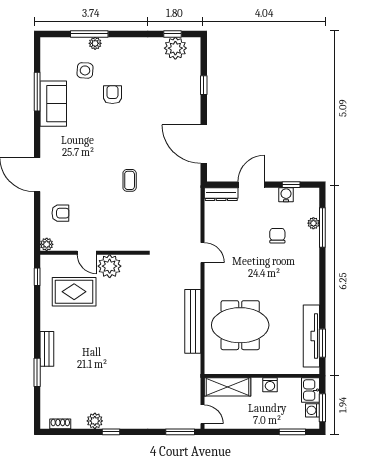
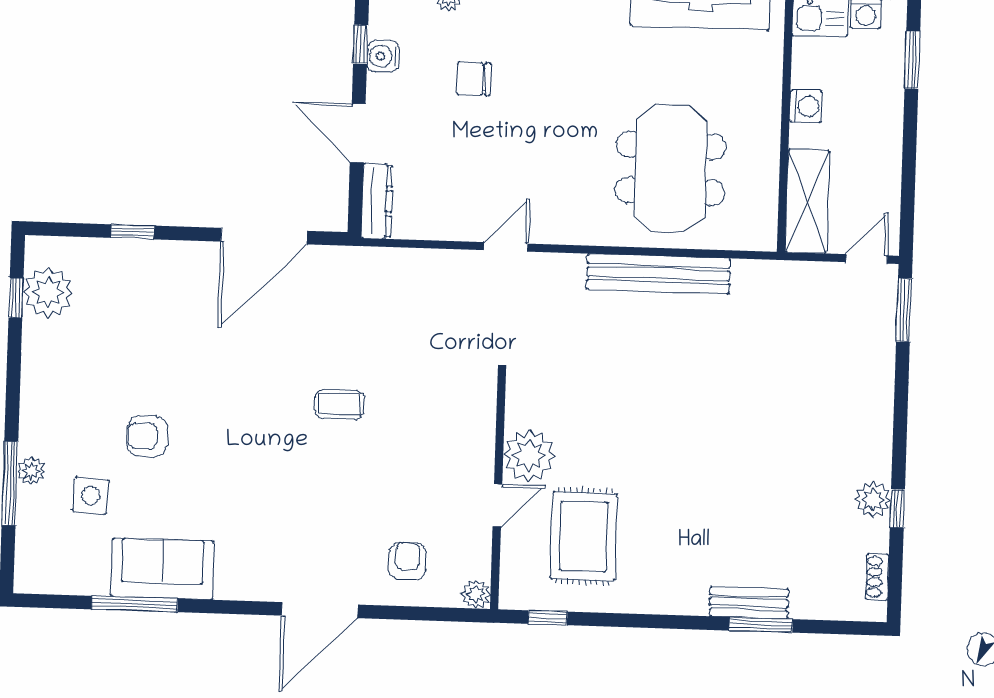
bench: (47, 349) -> (749, 603), moved
window: (111, 432) -> (897, 509), moved

